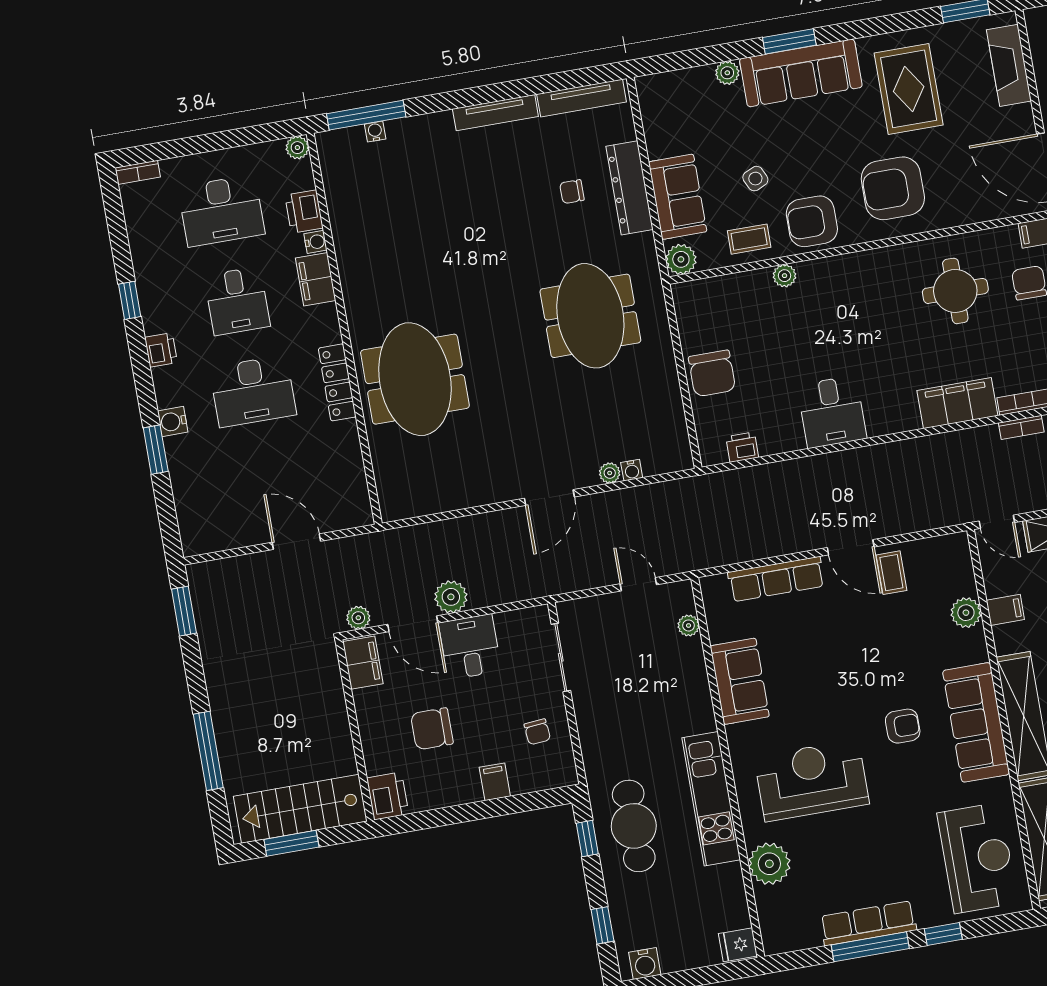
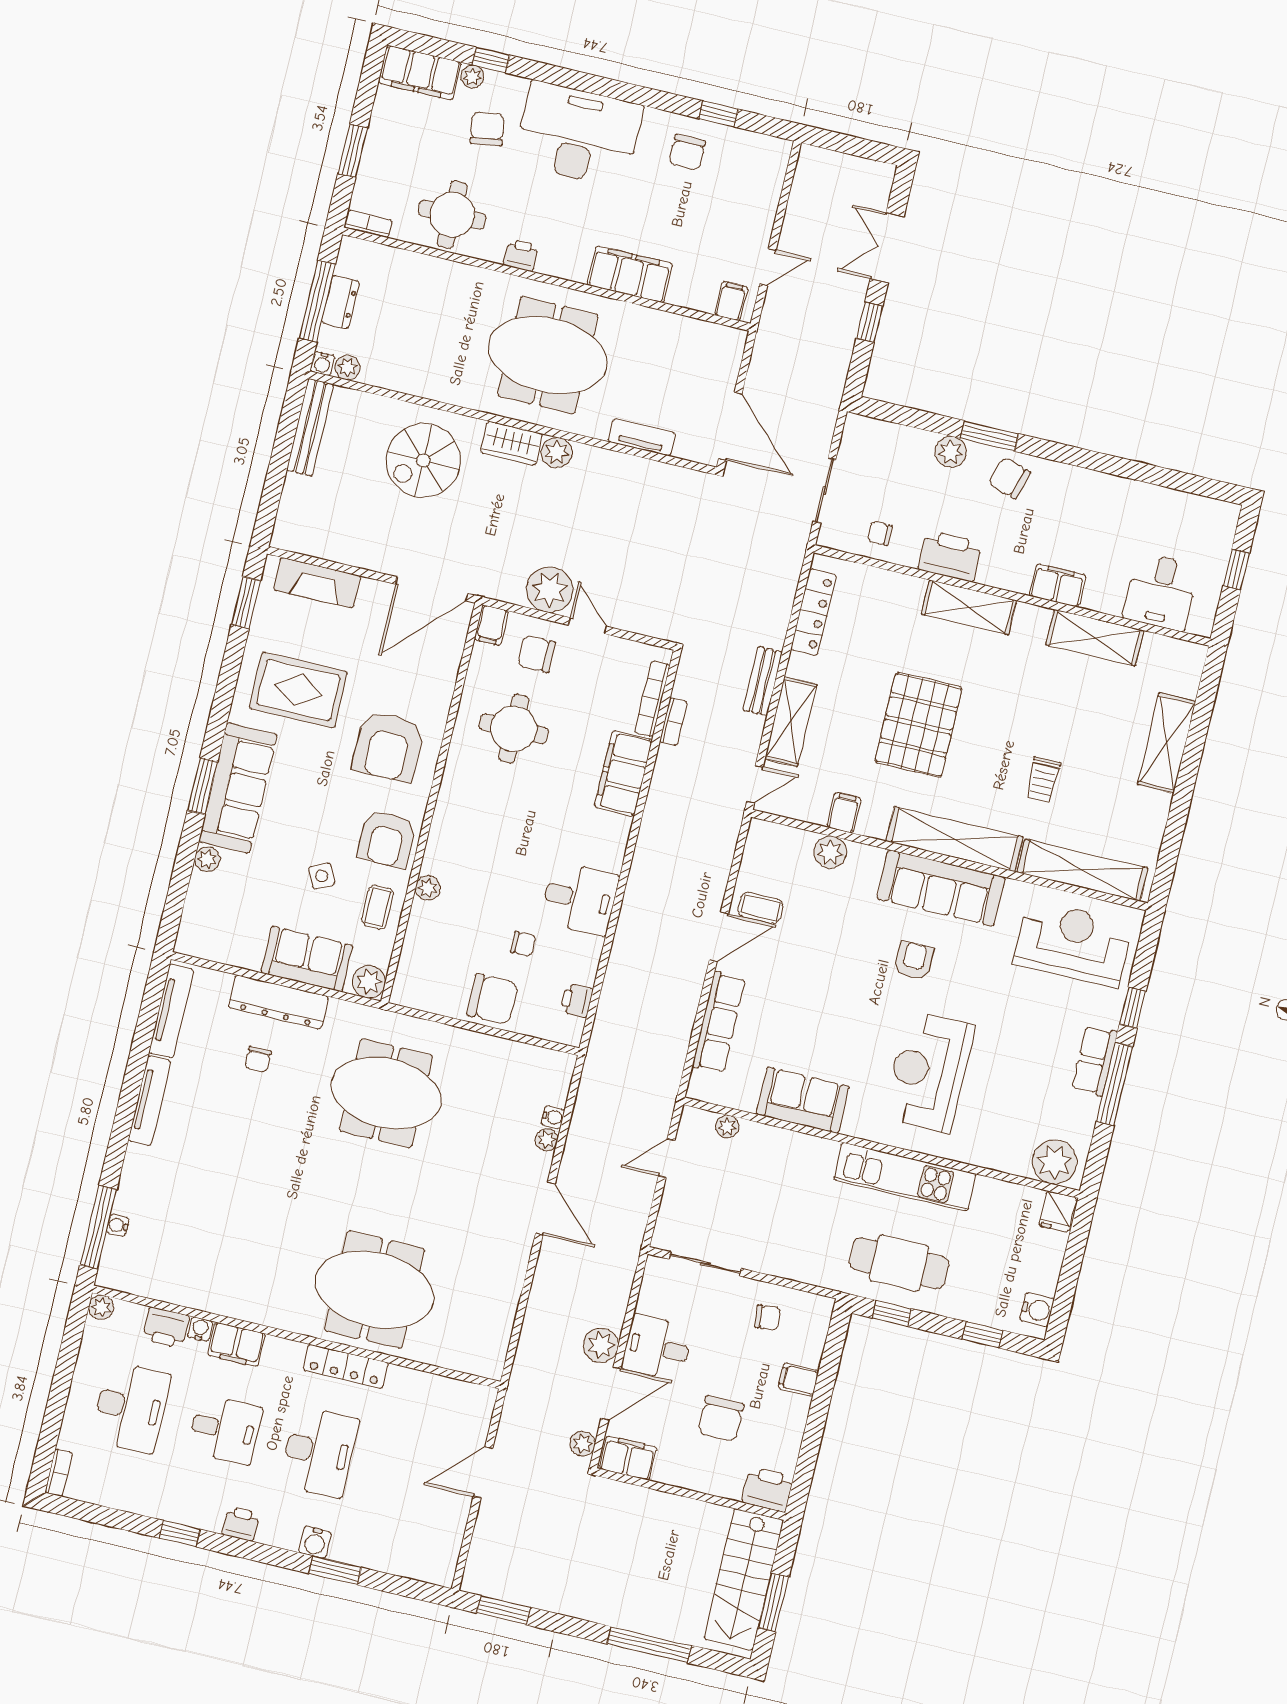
chair: (771, 379) -> (523, 944), added
plant: (769, 864) -> (1055, 1162), moved
row of seats: (868, 923) -> (1095, 1061), width x0.68

